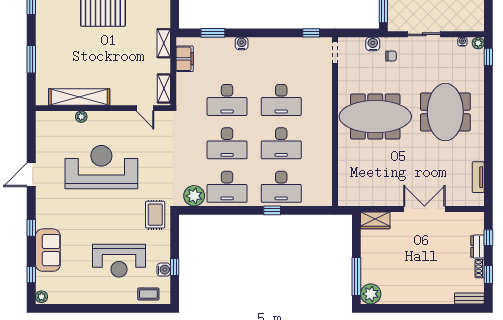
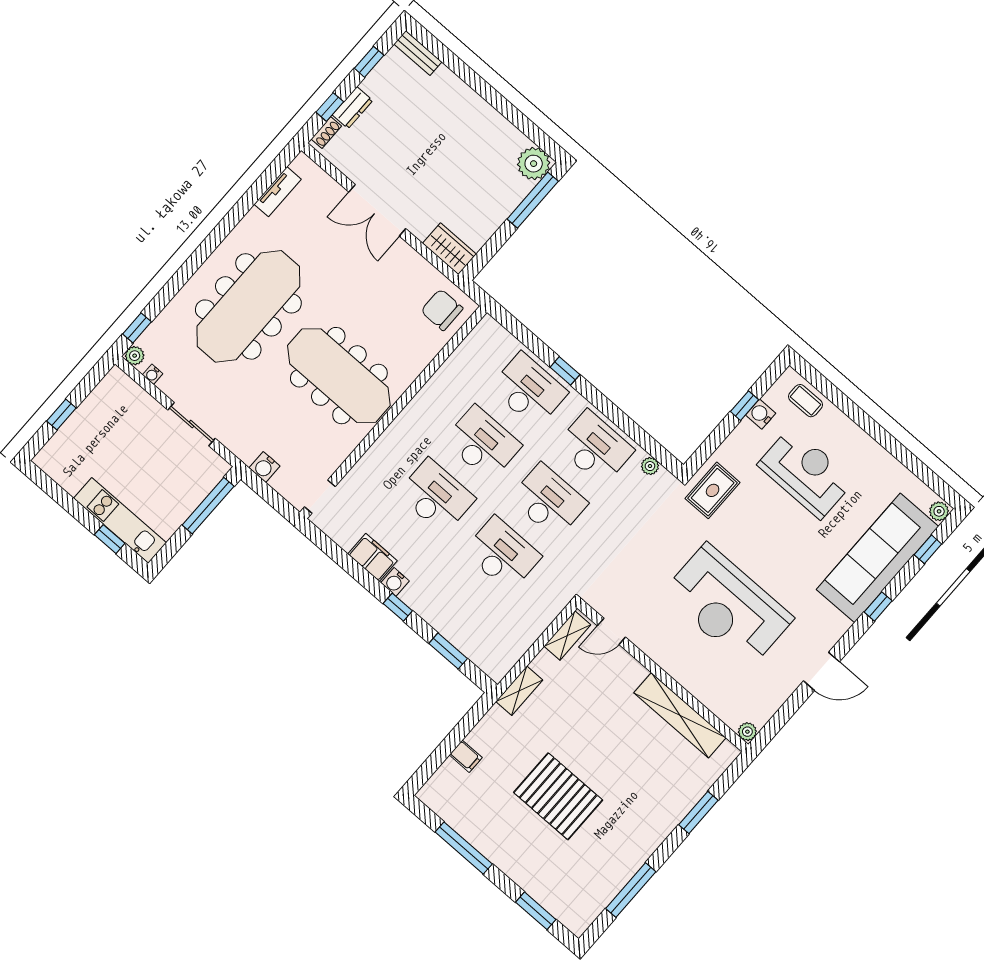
window: (311, 33) -> (398, 607), moved
water cooler: (242, 43) -> (395, 582), moved
chair: (391, 56) -> (442, 310), moved, width x1.87, depth x1.87
filing cabinet: (185, 59) -> (373, 557), moved, turned 90
door: (145, 108) -> (611, 631), swing flipped
meeting table: (445, 112) -> (248, 306), width x1.36
plant: (81, 117) -> (747, 732), moved
plant: (194, 196) -> (650, 466), width x0.53, depth x0.53
sofa: (48, 250) -> (877, 558), width x1.85, depth x1.27
shoe rack: (480, 269) -> (326, 132), moved

